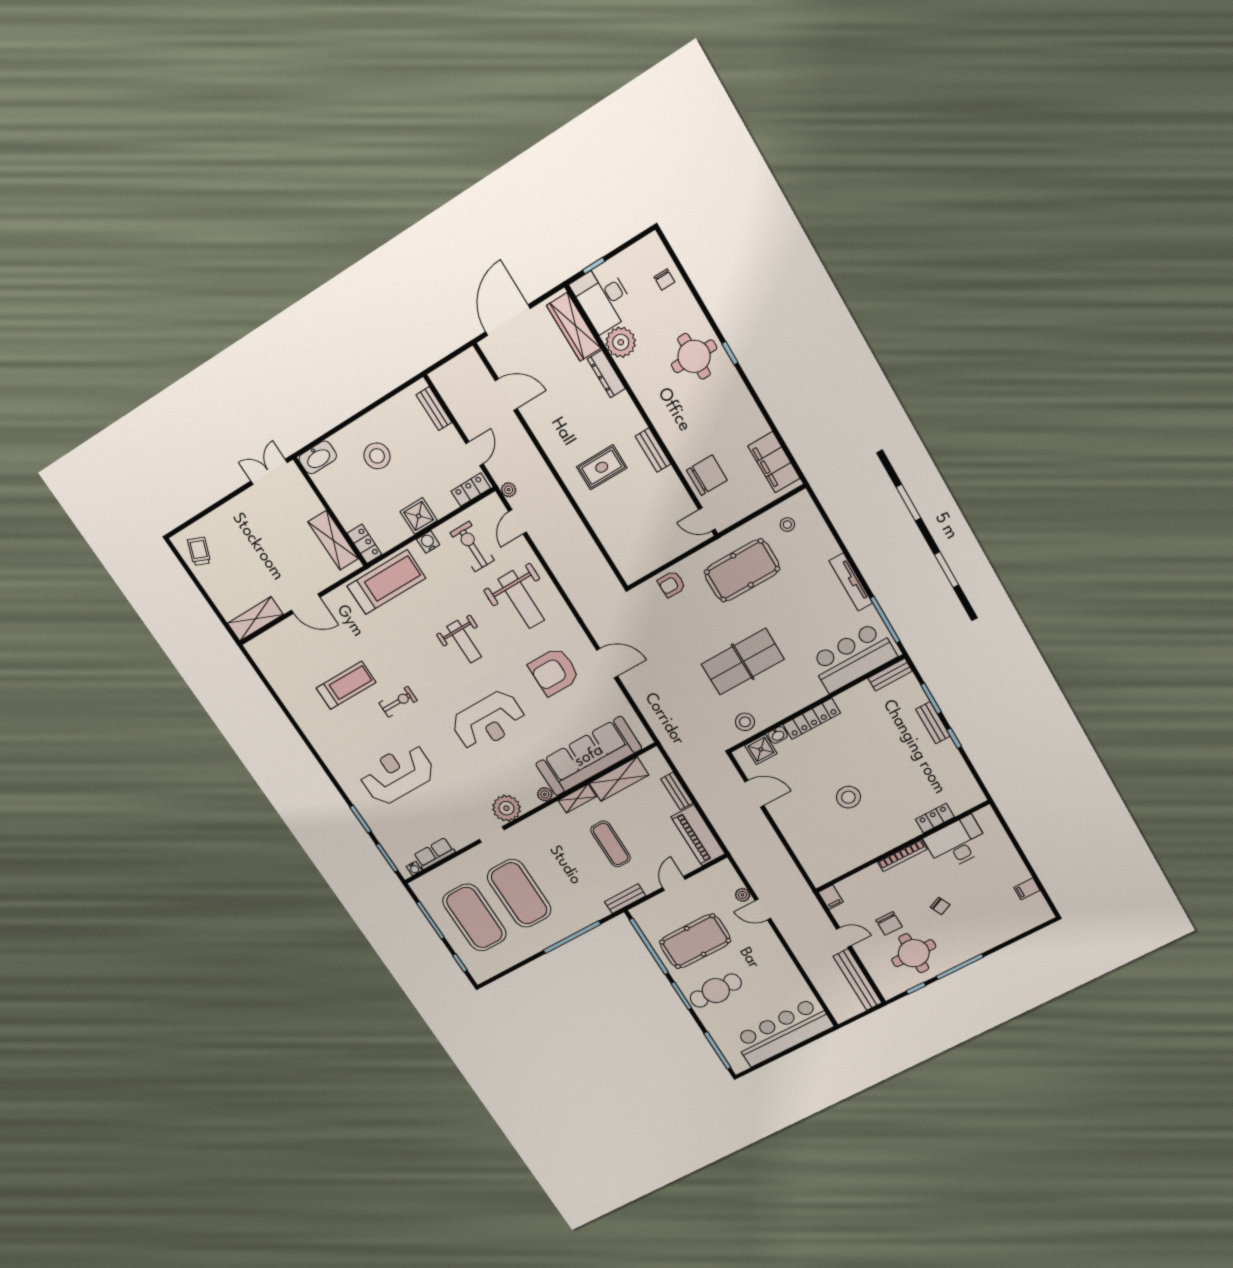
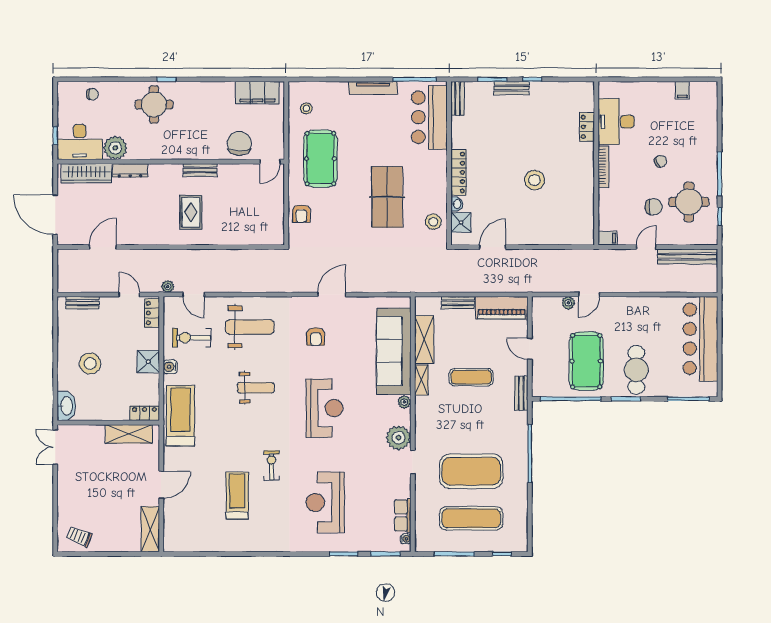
armchair: (554, 672) -> (316, 337), width x0.53, depth x0.53
exercise mat: (474, 917) -> (471, 518), width x0.68

